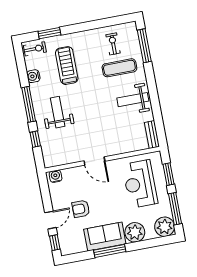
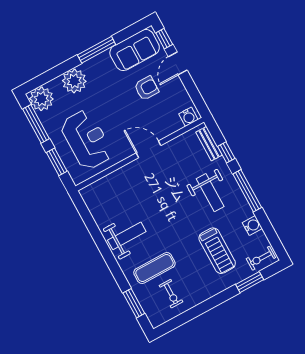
window: (144, 46) -> (134, 303), width x0.69
bench: (152, 135) -> (209, 144), moved
sofa: (105, 237) -> (135, 50), moved

